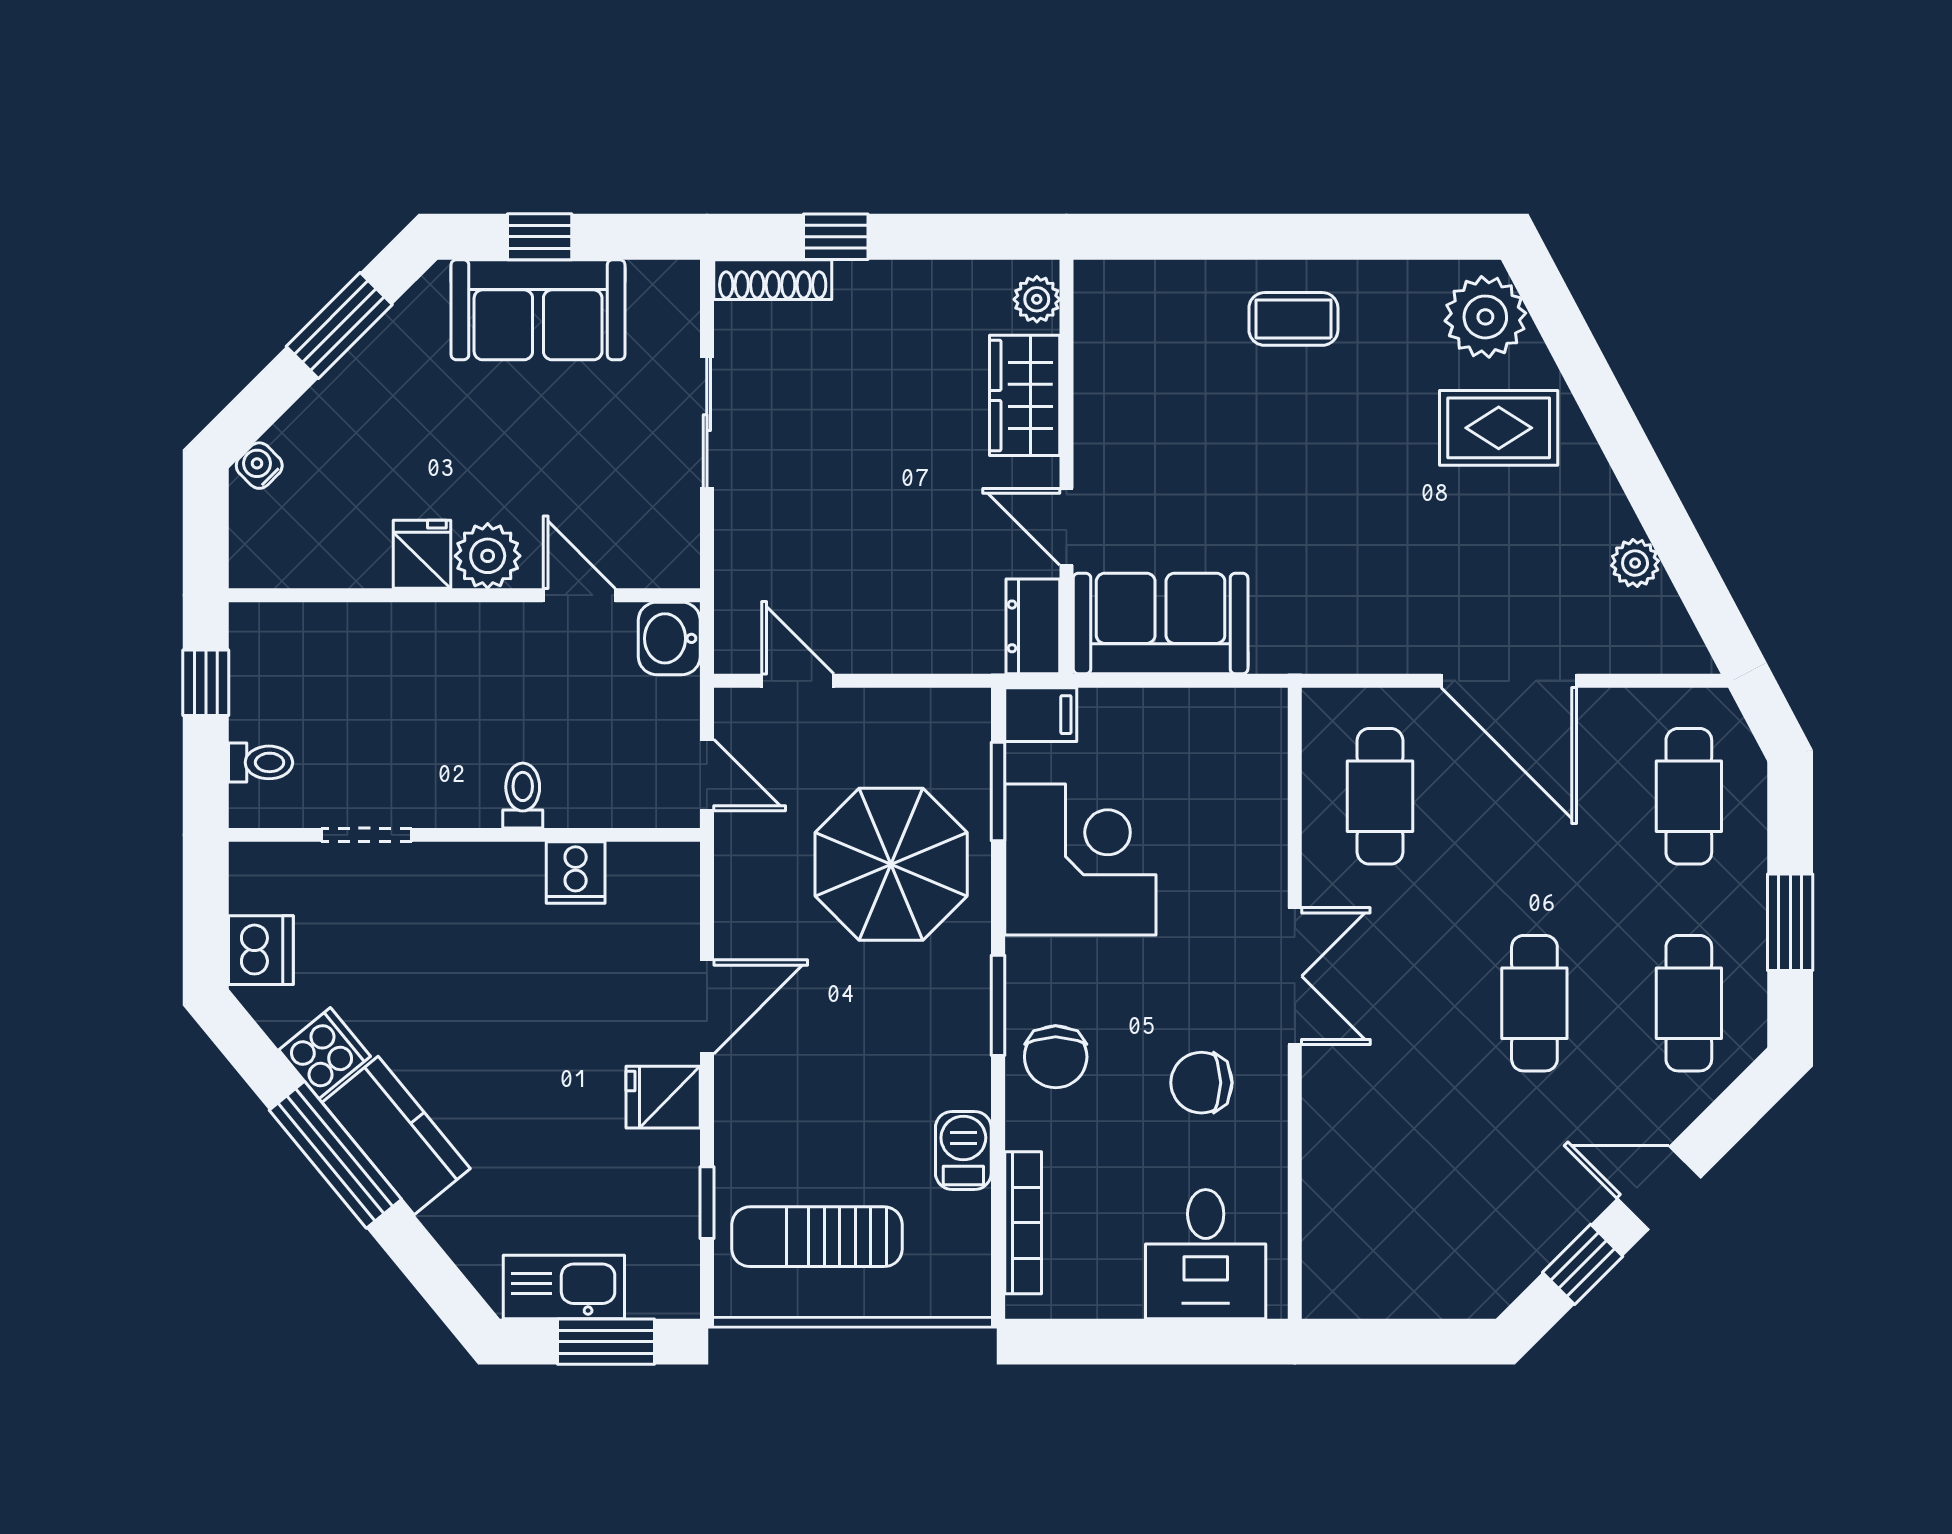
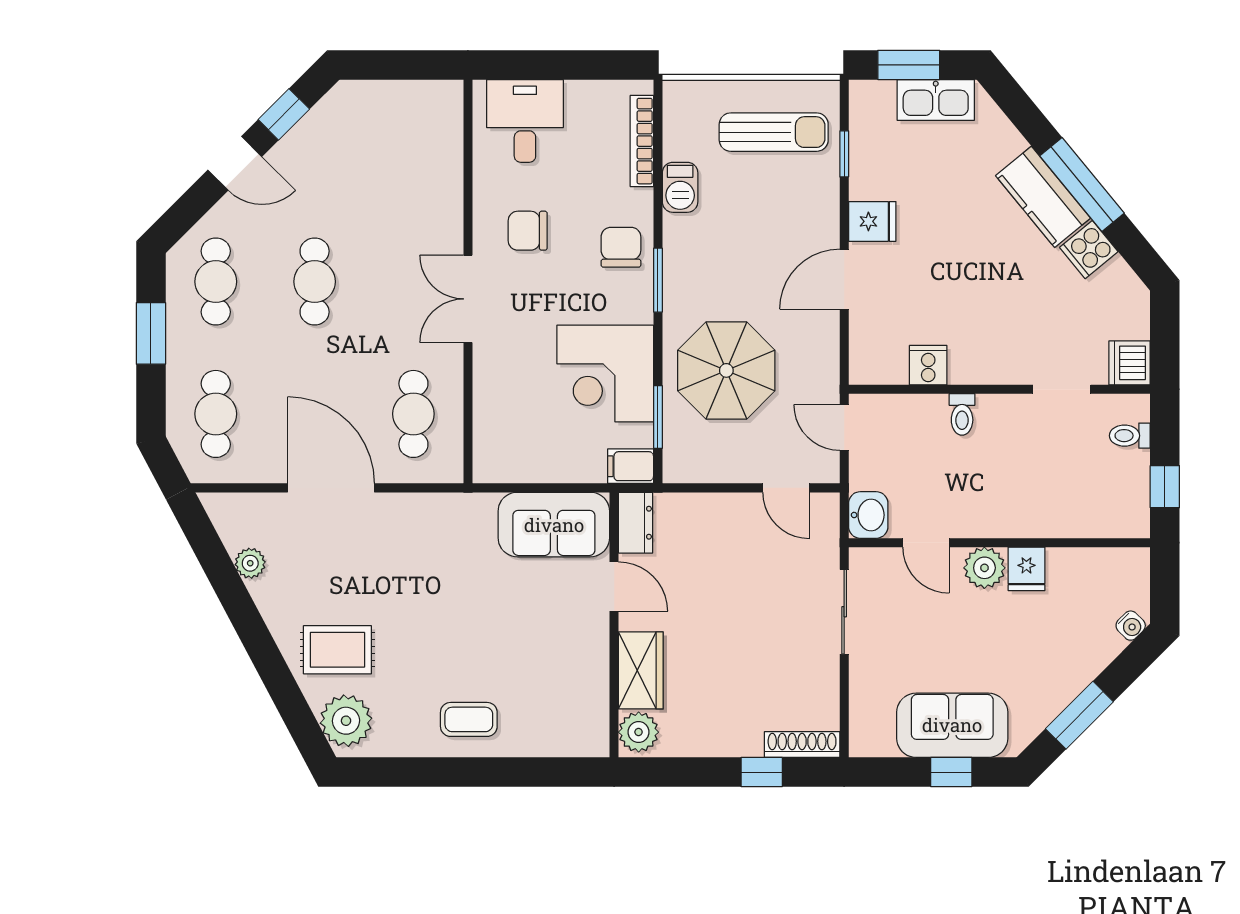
plant: (1037, 299) -> (639, 732), width x1.38, depth x1.38
sliding door: (707, 423) -> (844, 612), moved
dishwasher: (261, 950) -> (1130, 363), moved
chair: (1201, 1083) -> (528, 231), turned 180

